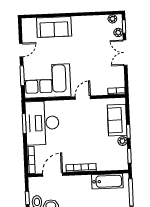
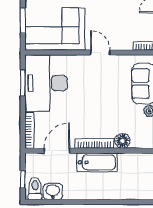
door: (83, 98) -> (100, 52), hinge flipped
floor lamp: (103, 165) -> (122, 141), added
bathtub: (107, 181) -> (97, 162), moved

